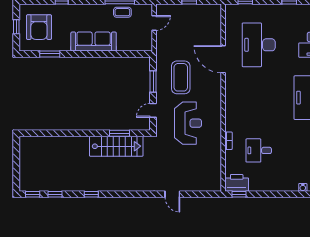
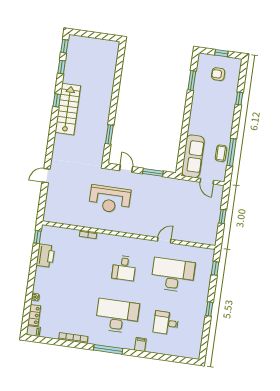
armchair: (39, 27) -> (218, 74), width x0.53, depth x0.53
sofa: (94, 41) -> (193, 156), moved
door: (223, 59) -> (164, 240), width x0.53
coffee table: (181, 77) -> (153, 199), removed
stairs: (116, 146) -> (68, 109), moved, turned 180
desk: (259, 150) -> (124, 268), moved, turned 180
printer: (237, 183) -> (45, 256), moved

